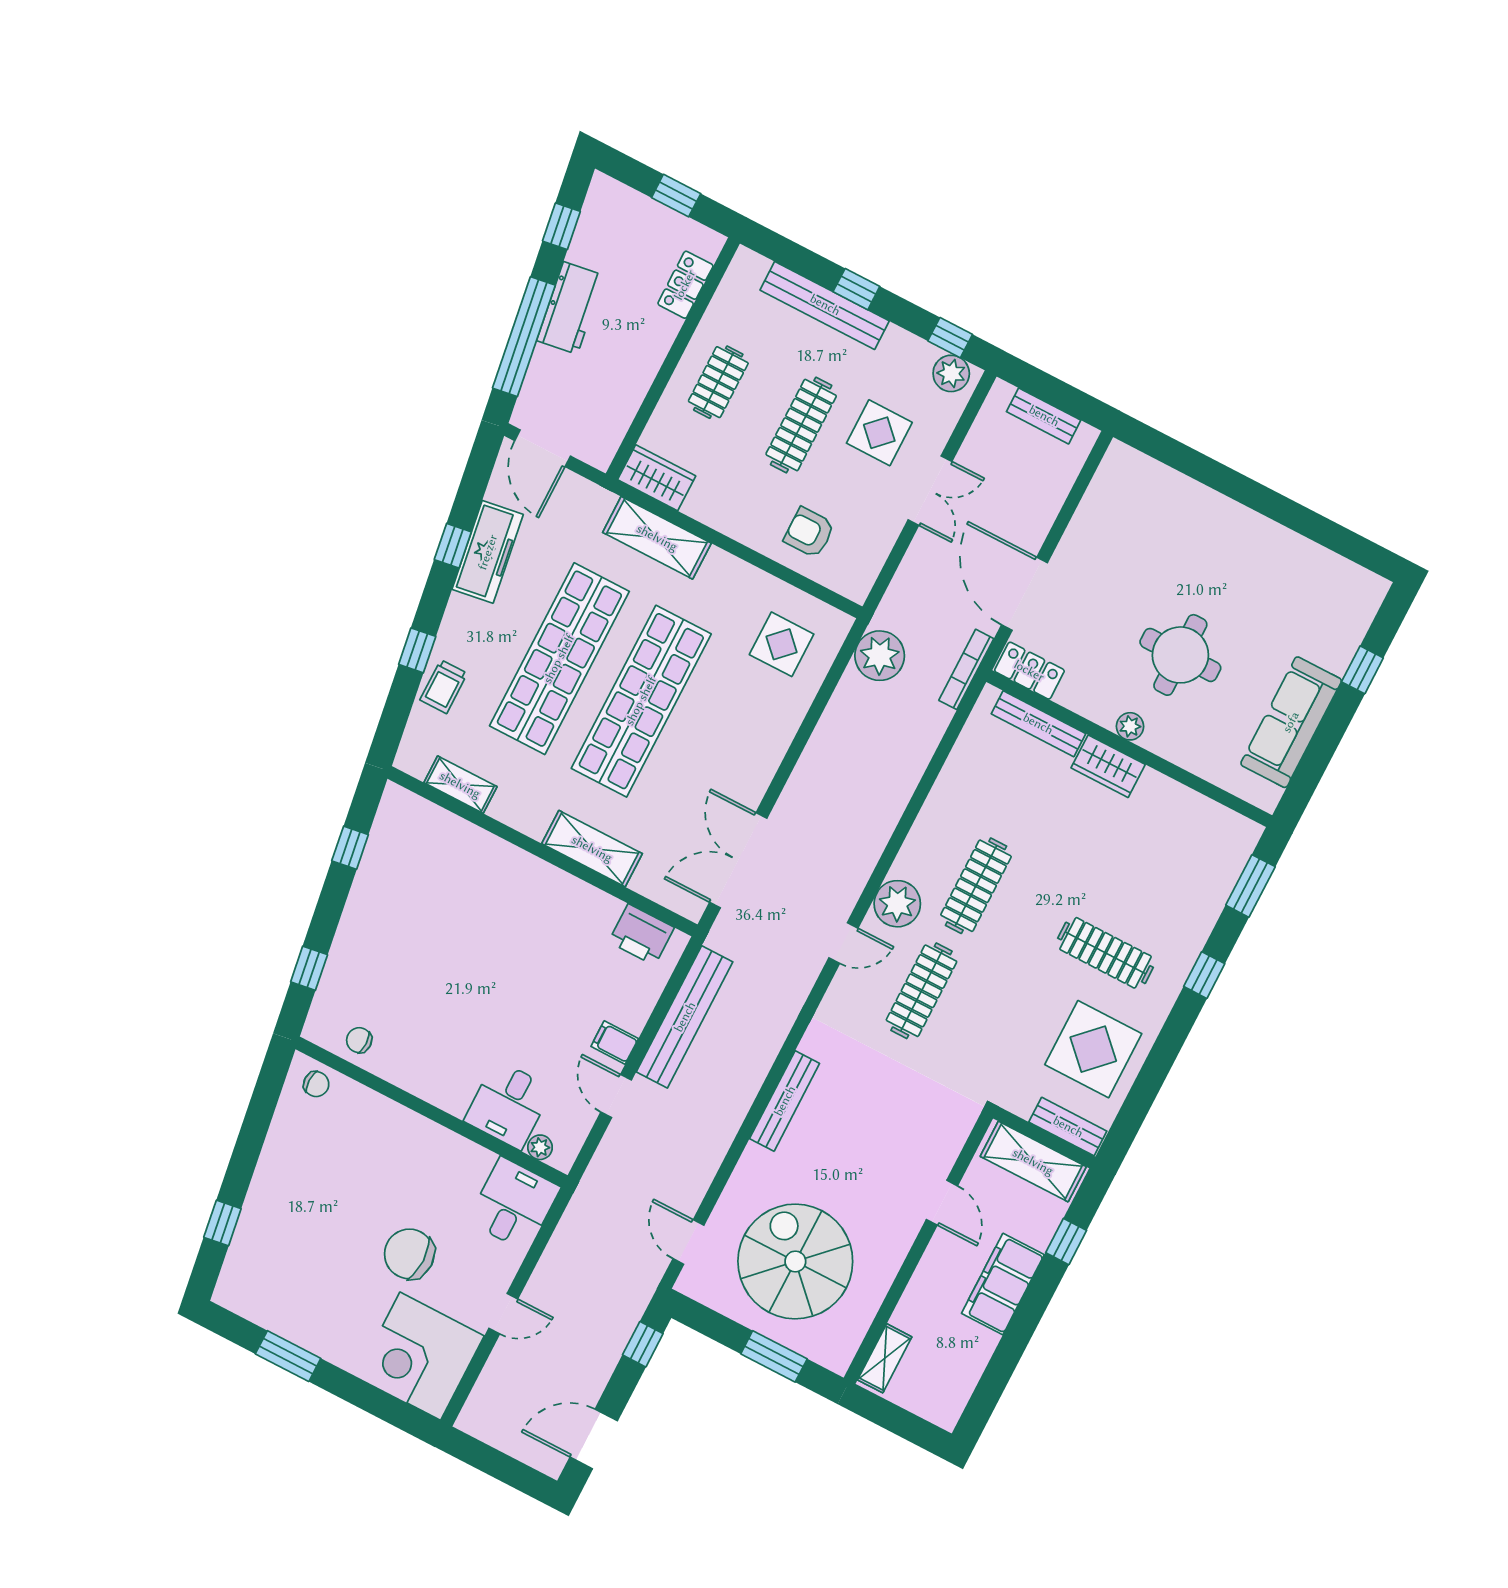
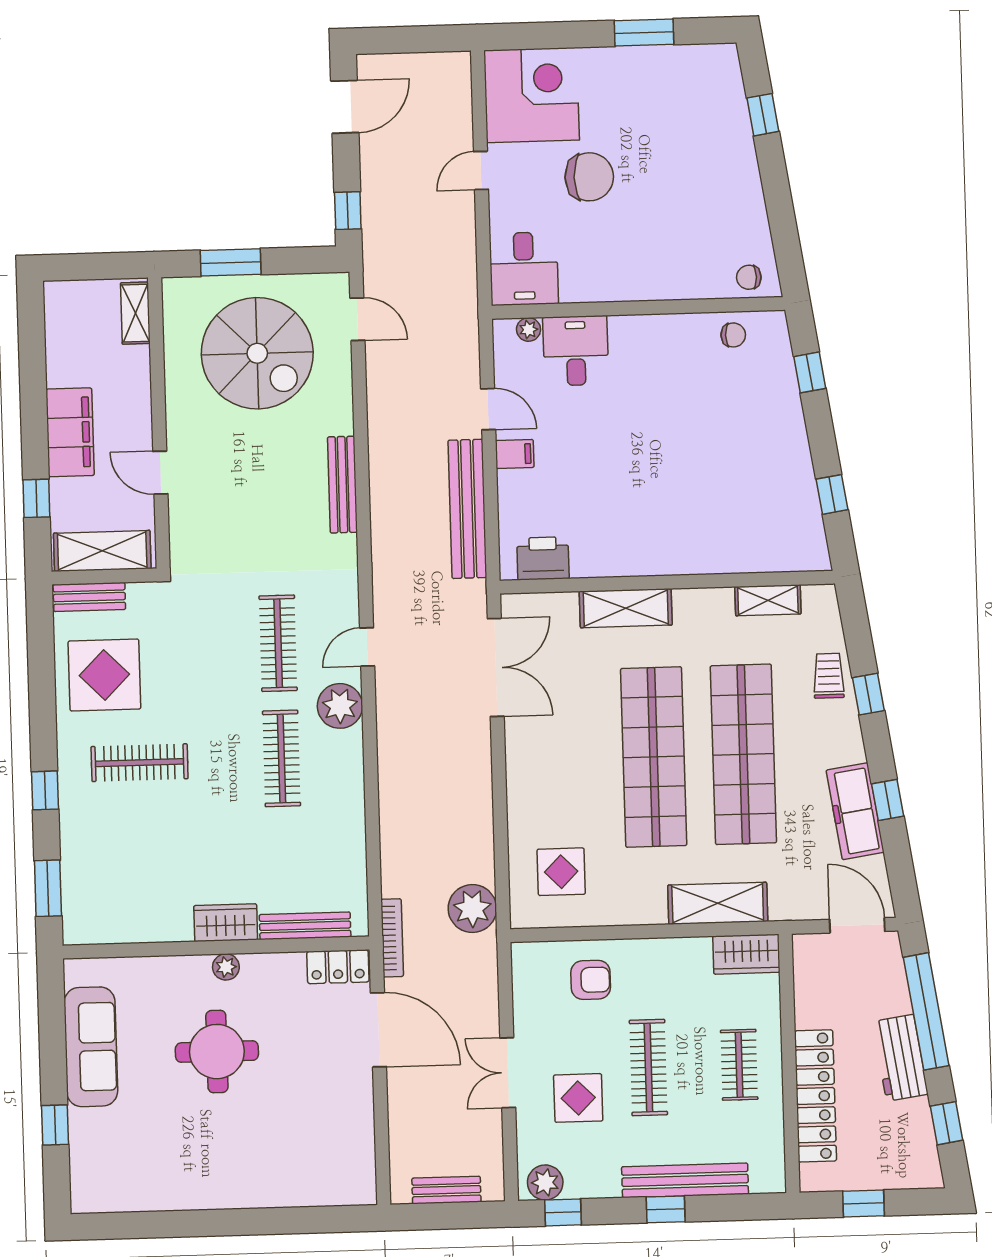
locker: (685, 285) -> (815, 1096), width x2.16, depth x1.21

